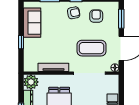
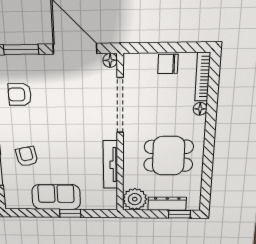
armchair: (74, 13) -> (27, 156), moved
sofa: (32, 23) -> (56, 197), moved
coffee table: (92, 48) -> (76, 102), removed

